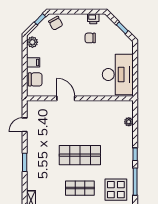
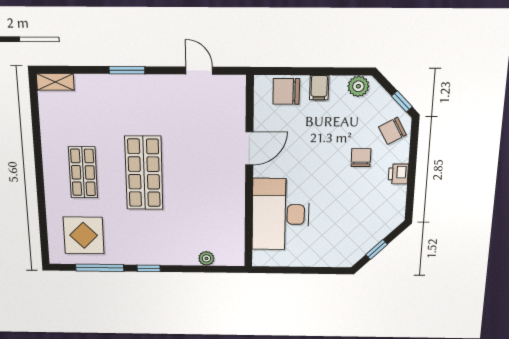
printer: (93, 19) -> (398, 174), moved
chair: (90, 38) -> (361, 158), moved
desk: (118, 75) -> (281, 214), moved, turned 90
chair: (35, 79) -> (286, 91), turned 90

